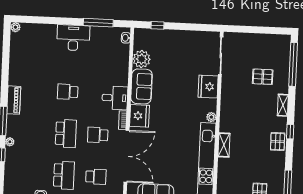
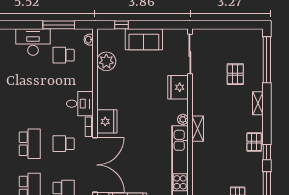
pallet: (263, 77) -> (235, 74), turned 90
sofa: (142, 86) -> (144, 39), moved, turned 90
school desk: (68, 92) -> (64, 55), moved
window: (290, 132) -> (267, 152), moved
shelving: (224, 145) -> (198, 129), moved

